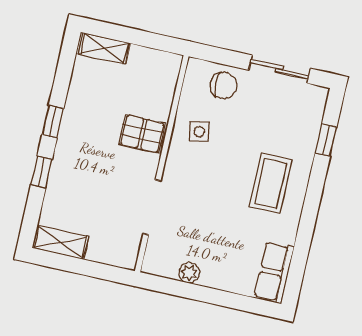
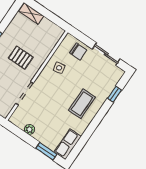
pallet: (142, 134) -> (21, 58), moved
window: (238, 302) -> (46, 151), added

